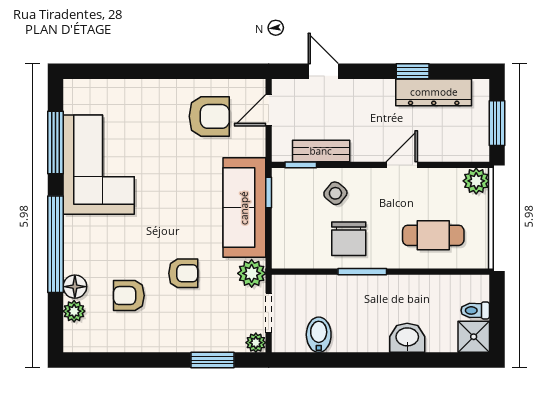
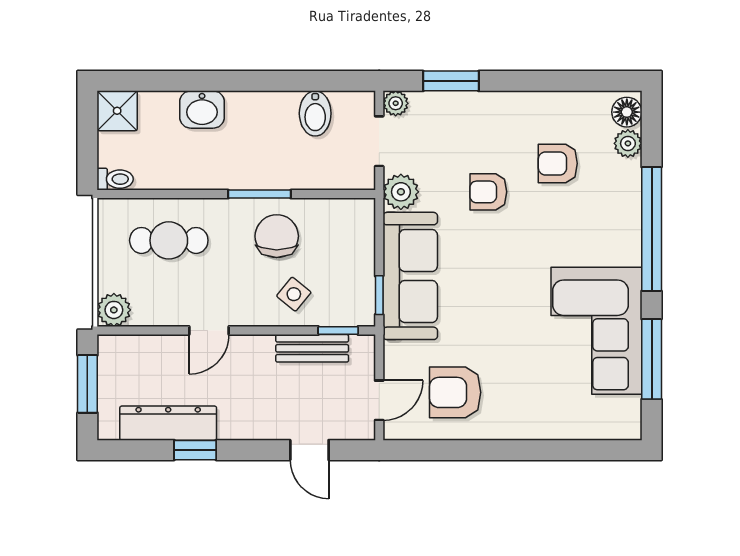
floor lamp: (75, 287) -> (627, 112), moved
armchair: (129, 296) -> (558, 163), turned 180
toilet: (475, 310) -> (115, 179), moved

